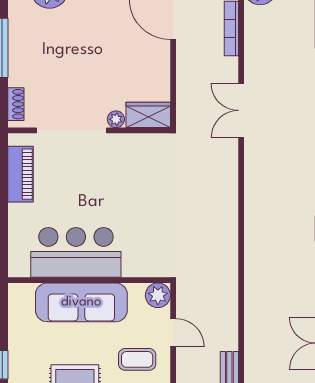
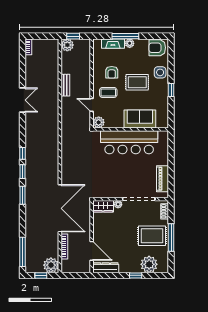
rug: (43, 52) -> (152, 236), added
double door: (241, 110) -> (60, 208), width x1.87
bar counter: (76, 252) -> (129, 142), width x1.36
sofa: (81, 302) -> (140, 119), width x0.73

